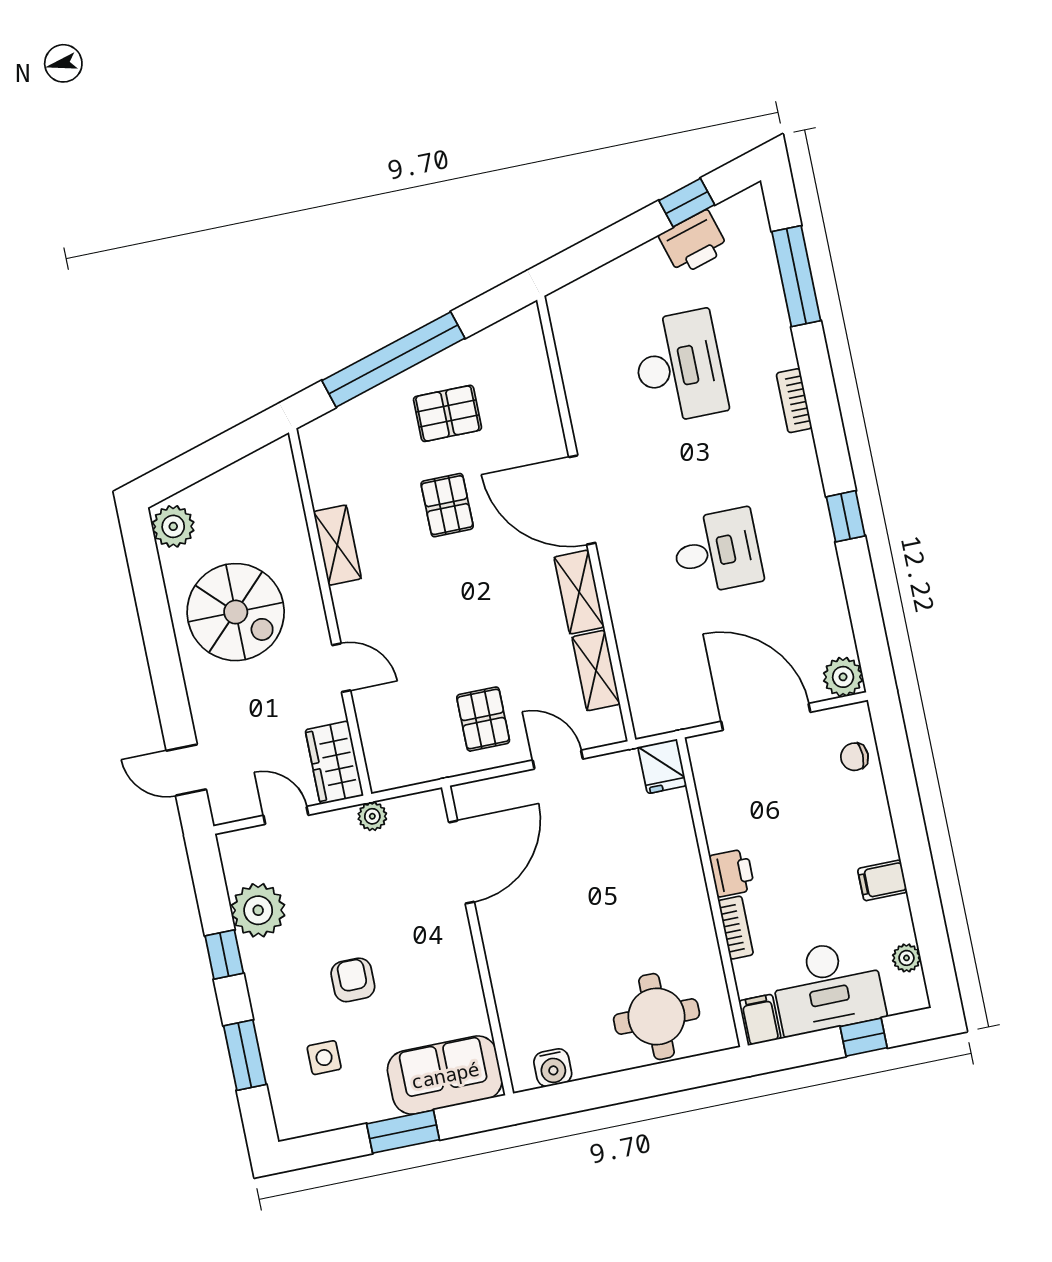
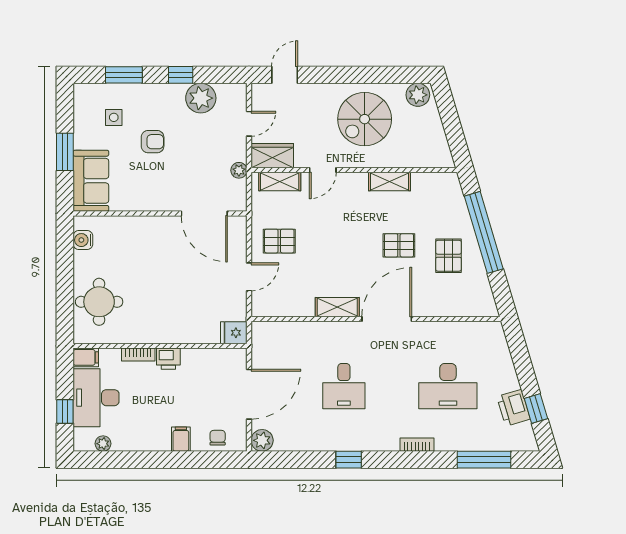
shelving: (596, 671) -> (280, 181), moved
filing cabinet: (882, 880) -> (181, 439), moved

